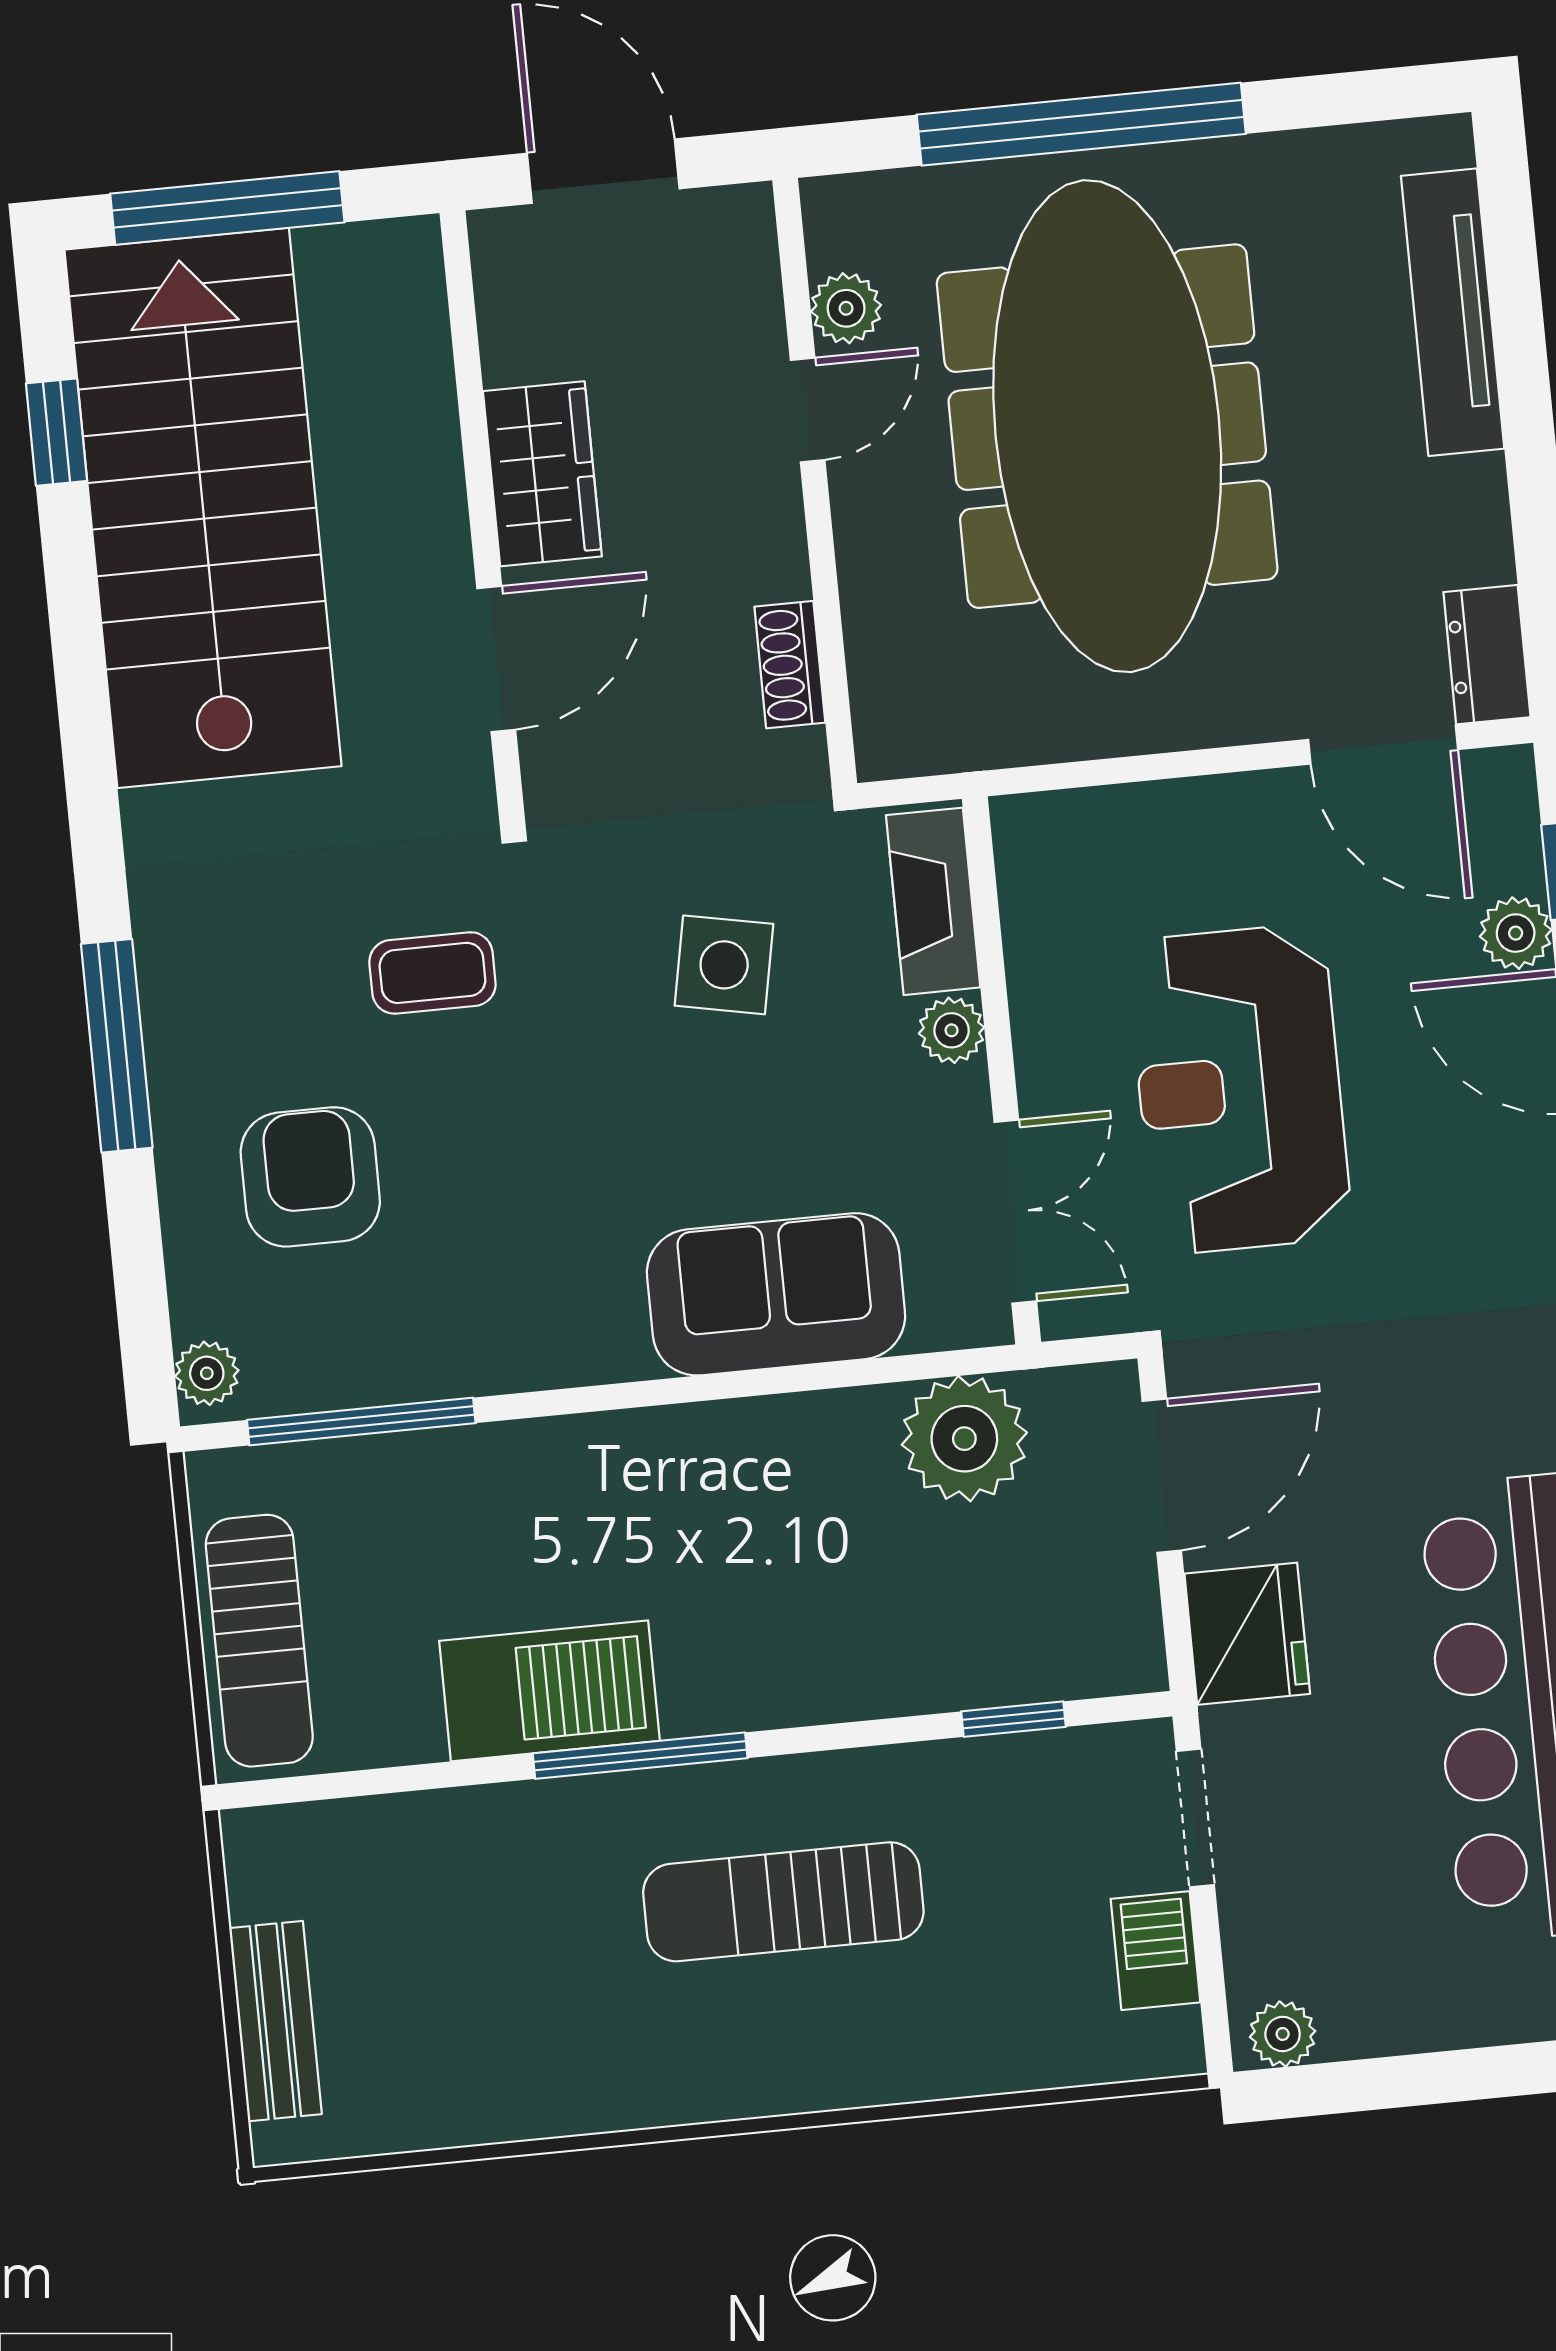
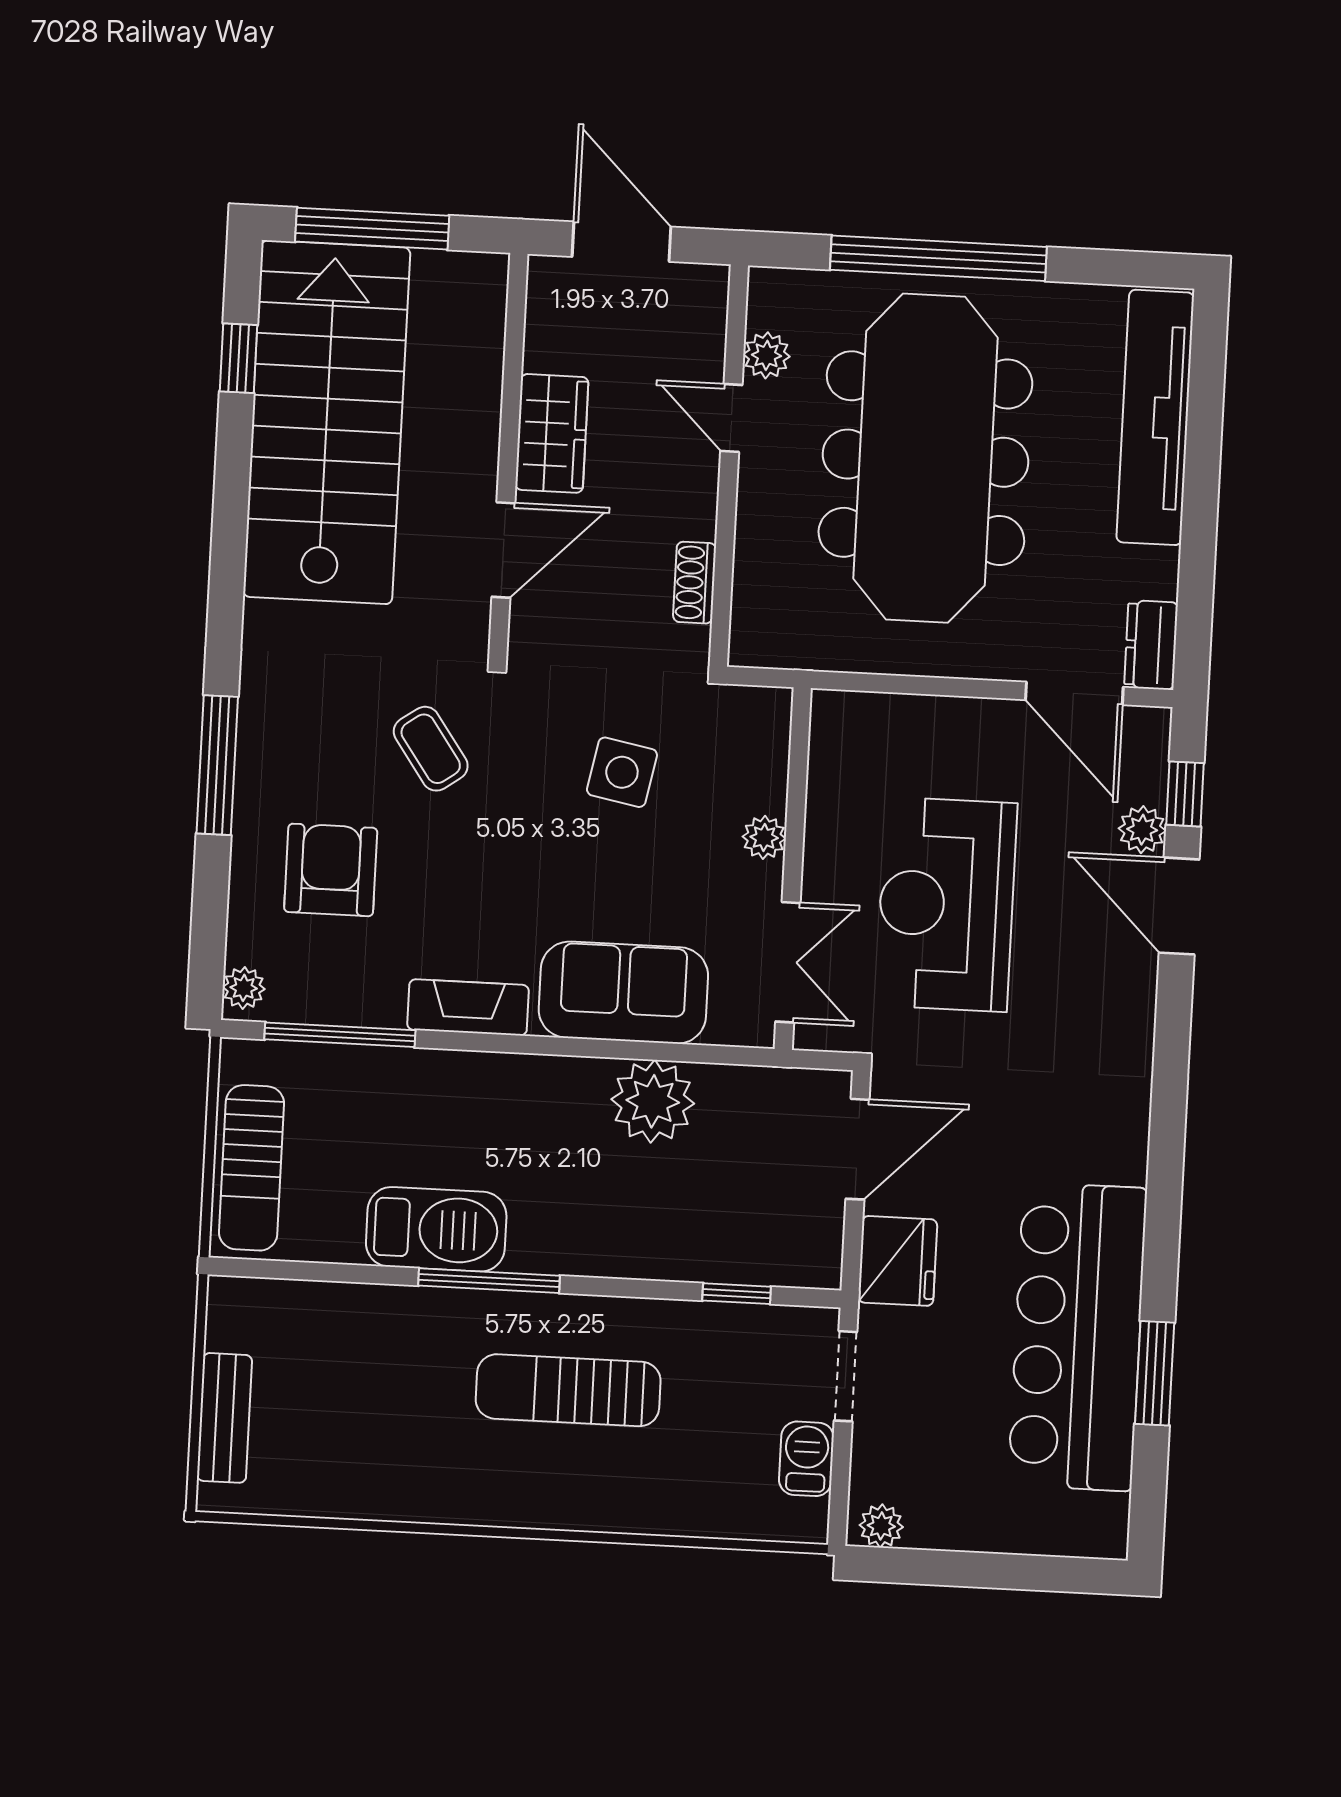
tv unit: (1453, 312) -> (1155, 417), width x1.36, depth x1.29
door: (808, 410) -> (731, 418), swing flipped
fireplace: (933, 901) -> (468, 1007), moved, turned 90
coffee table: (432, 973) -> (431, 749), turned 55
plant: (964, 1439) -> (653, 1101), moved

